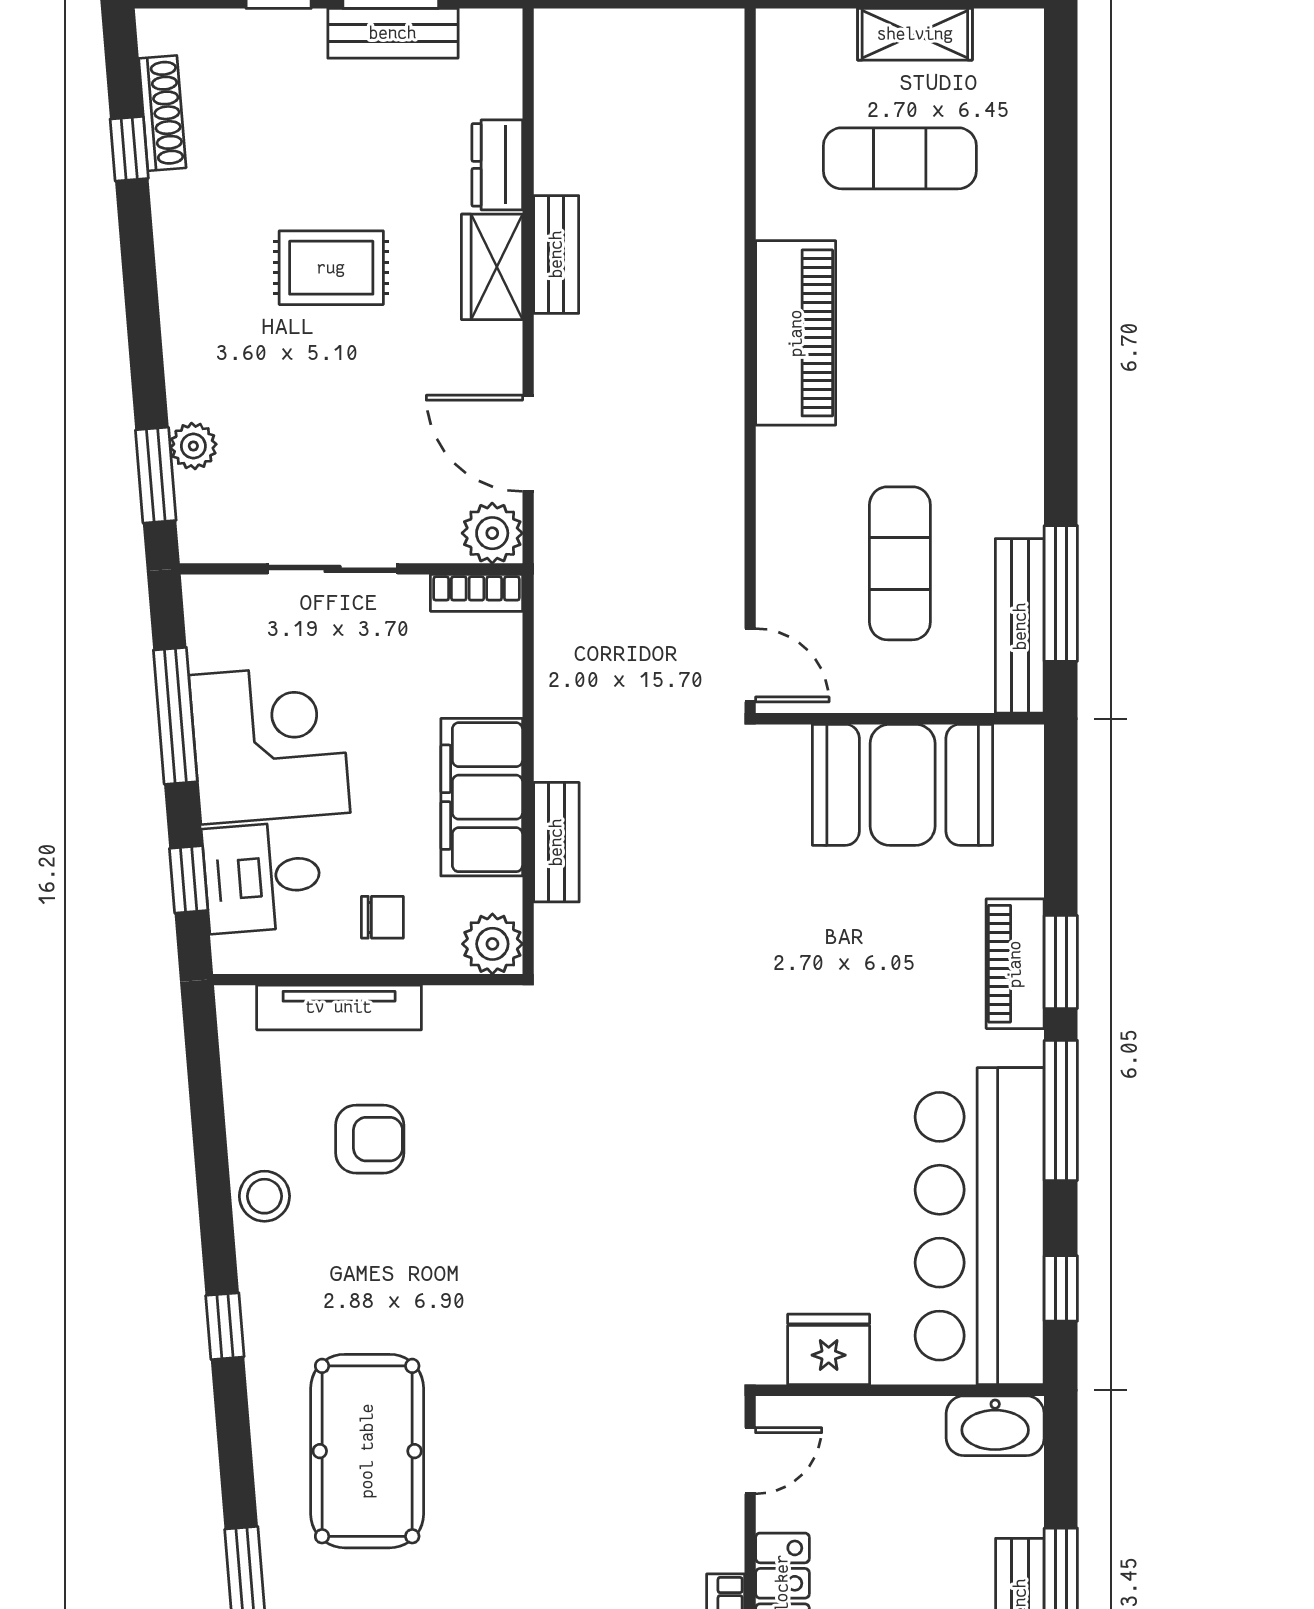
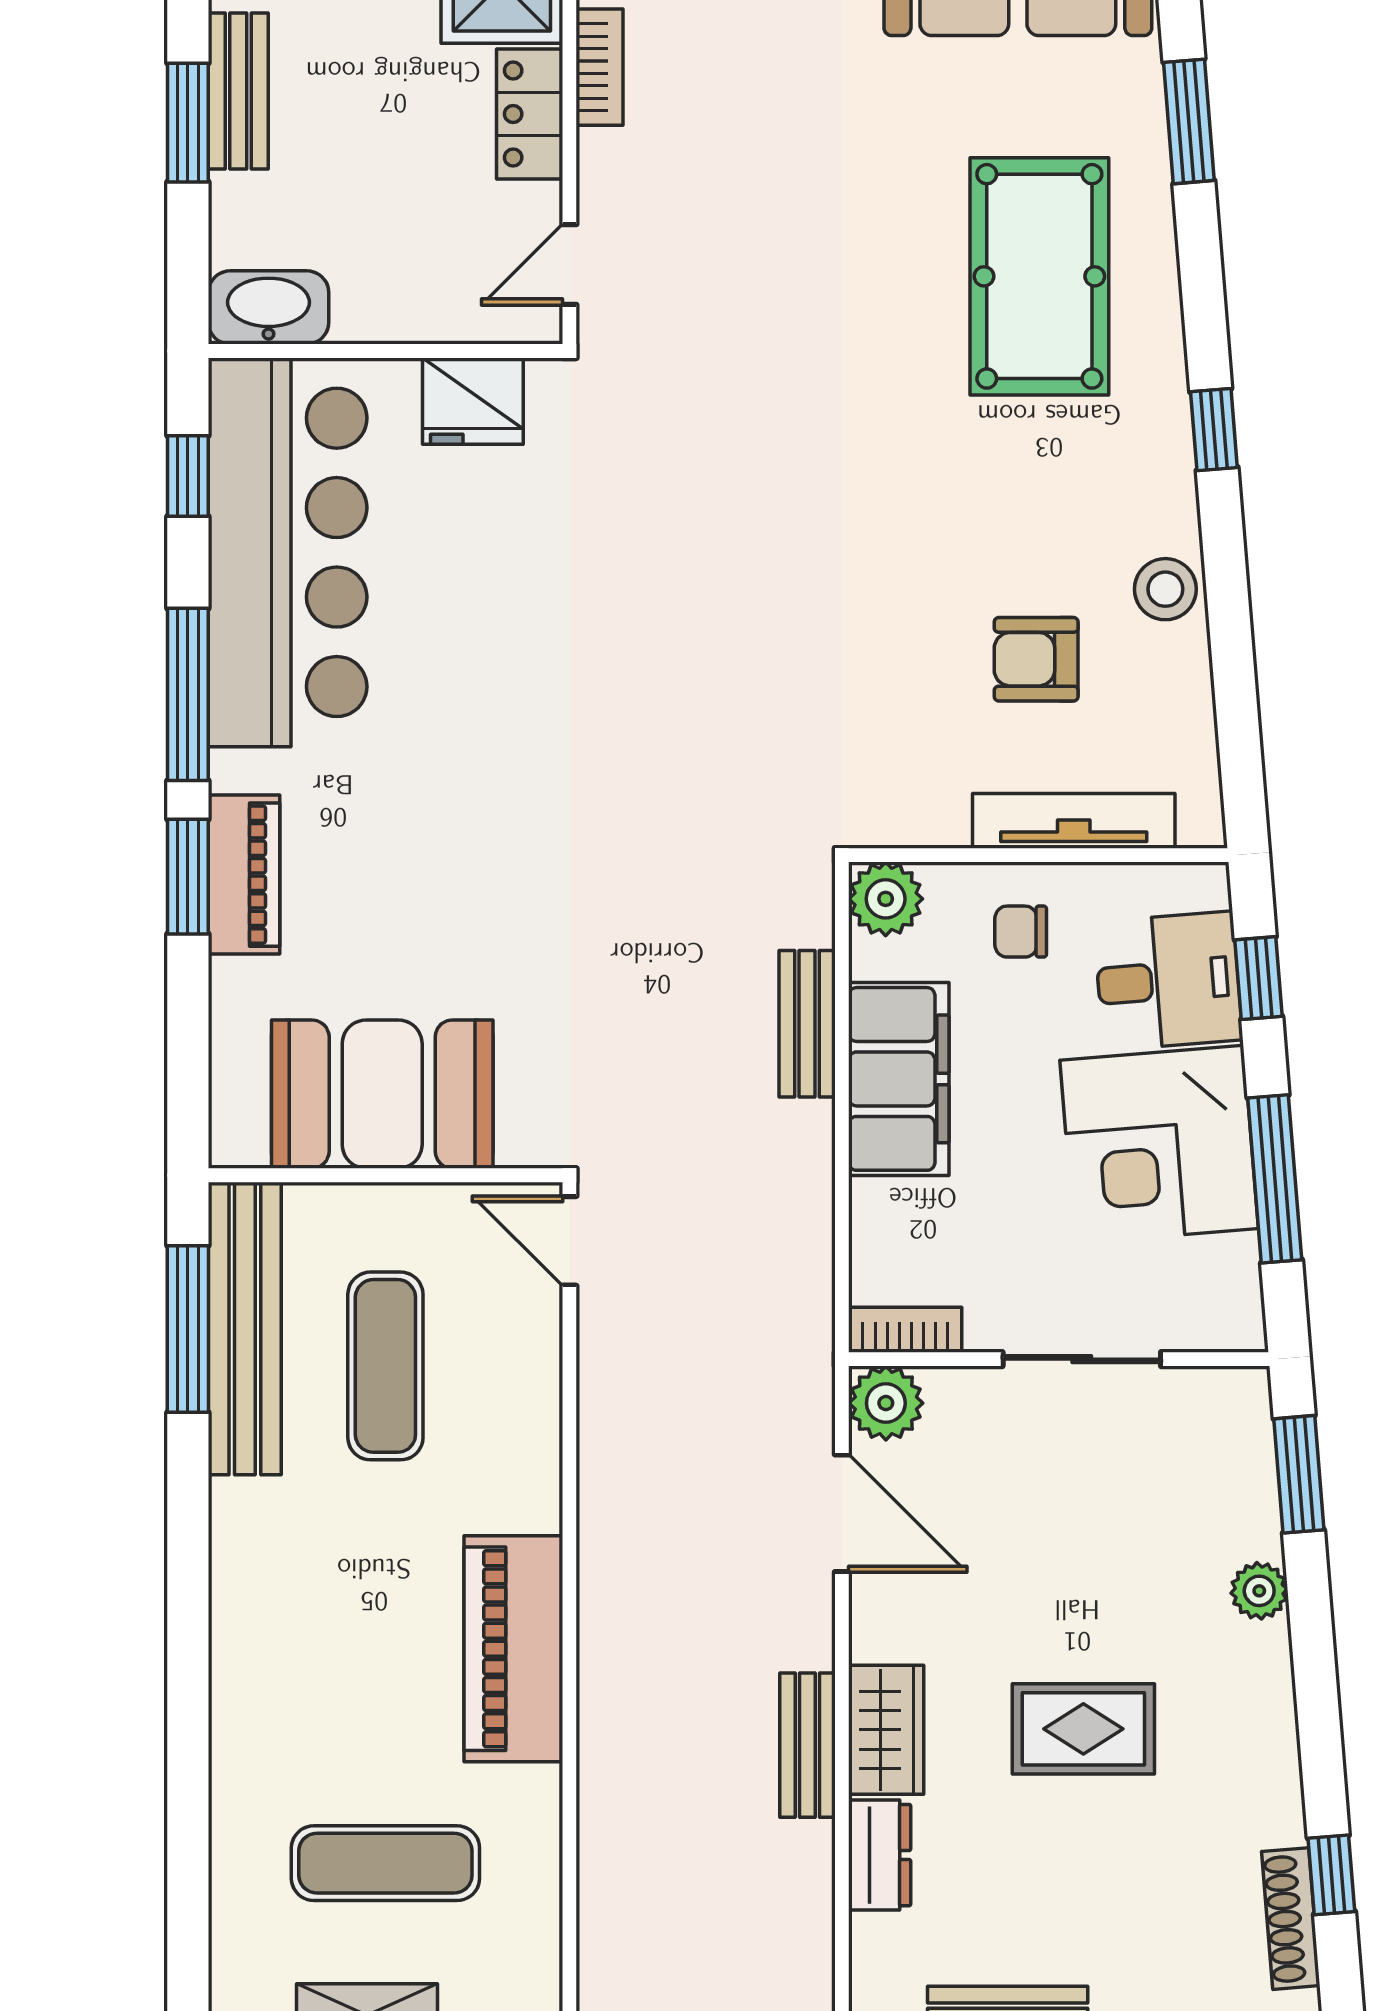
plant: (193, 446) -> (1259, 1591), moved
bench: (1020, 626) -> (245, 1329), width x1.37, depth x1.21

